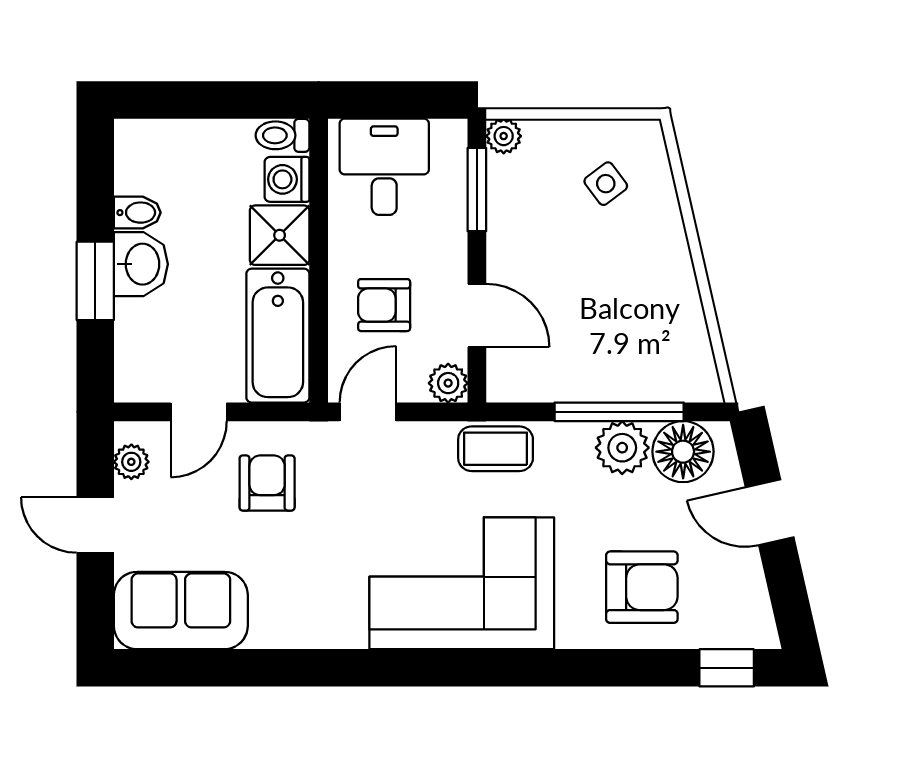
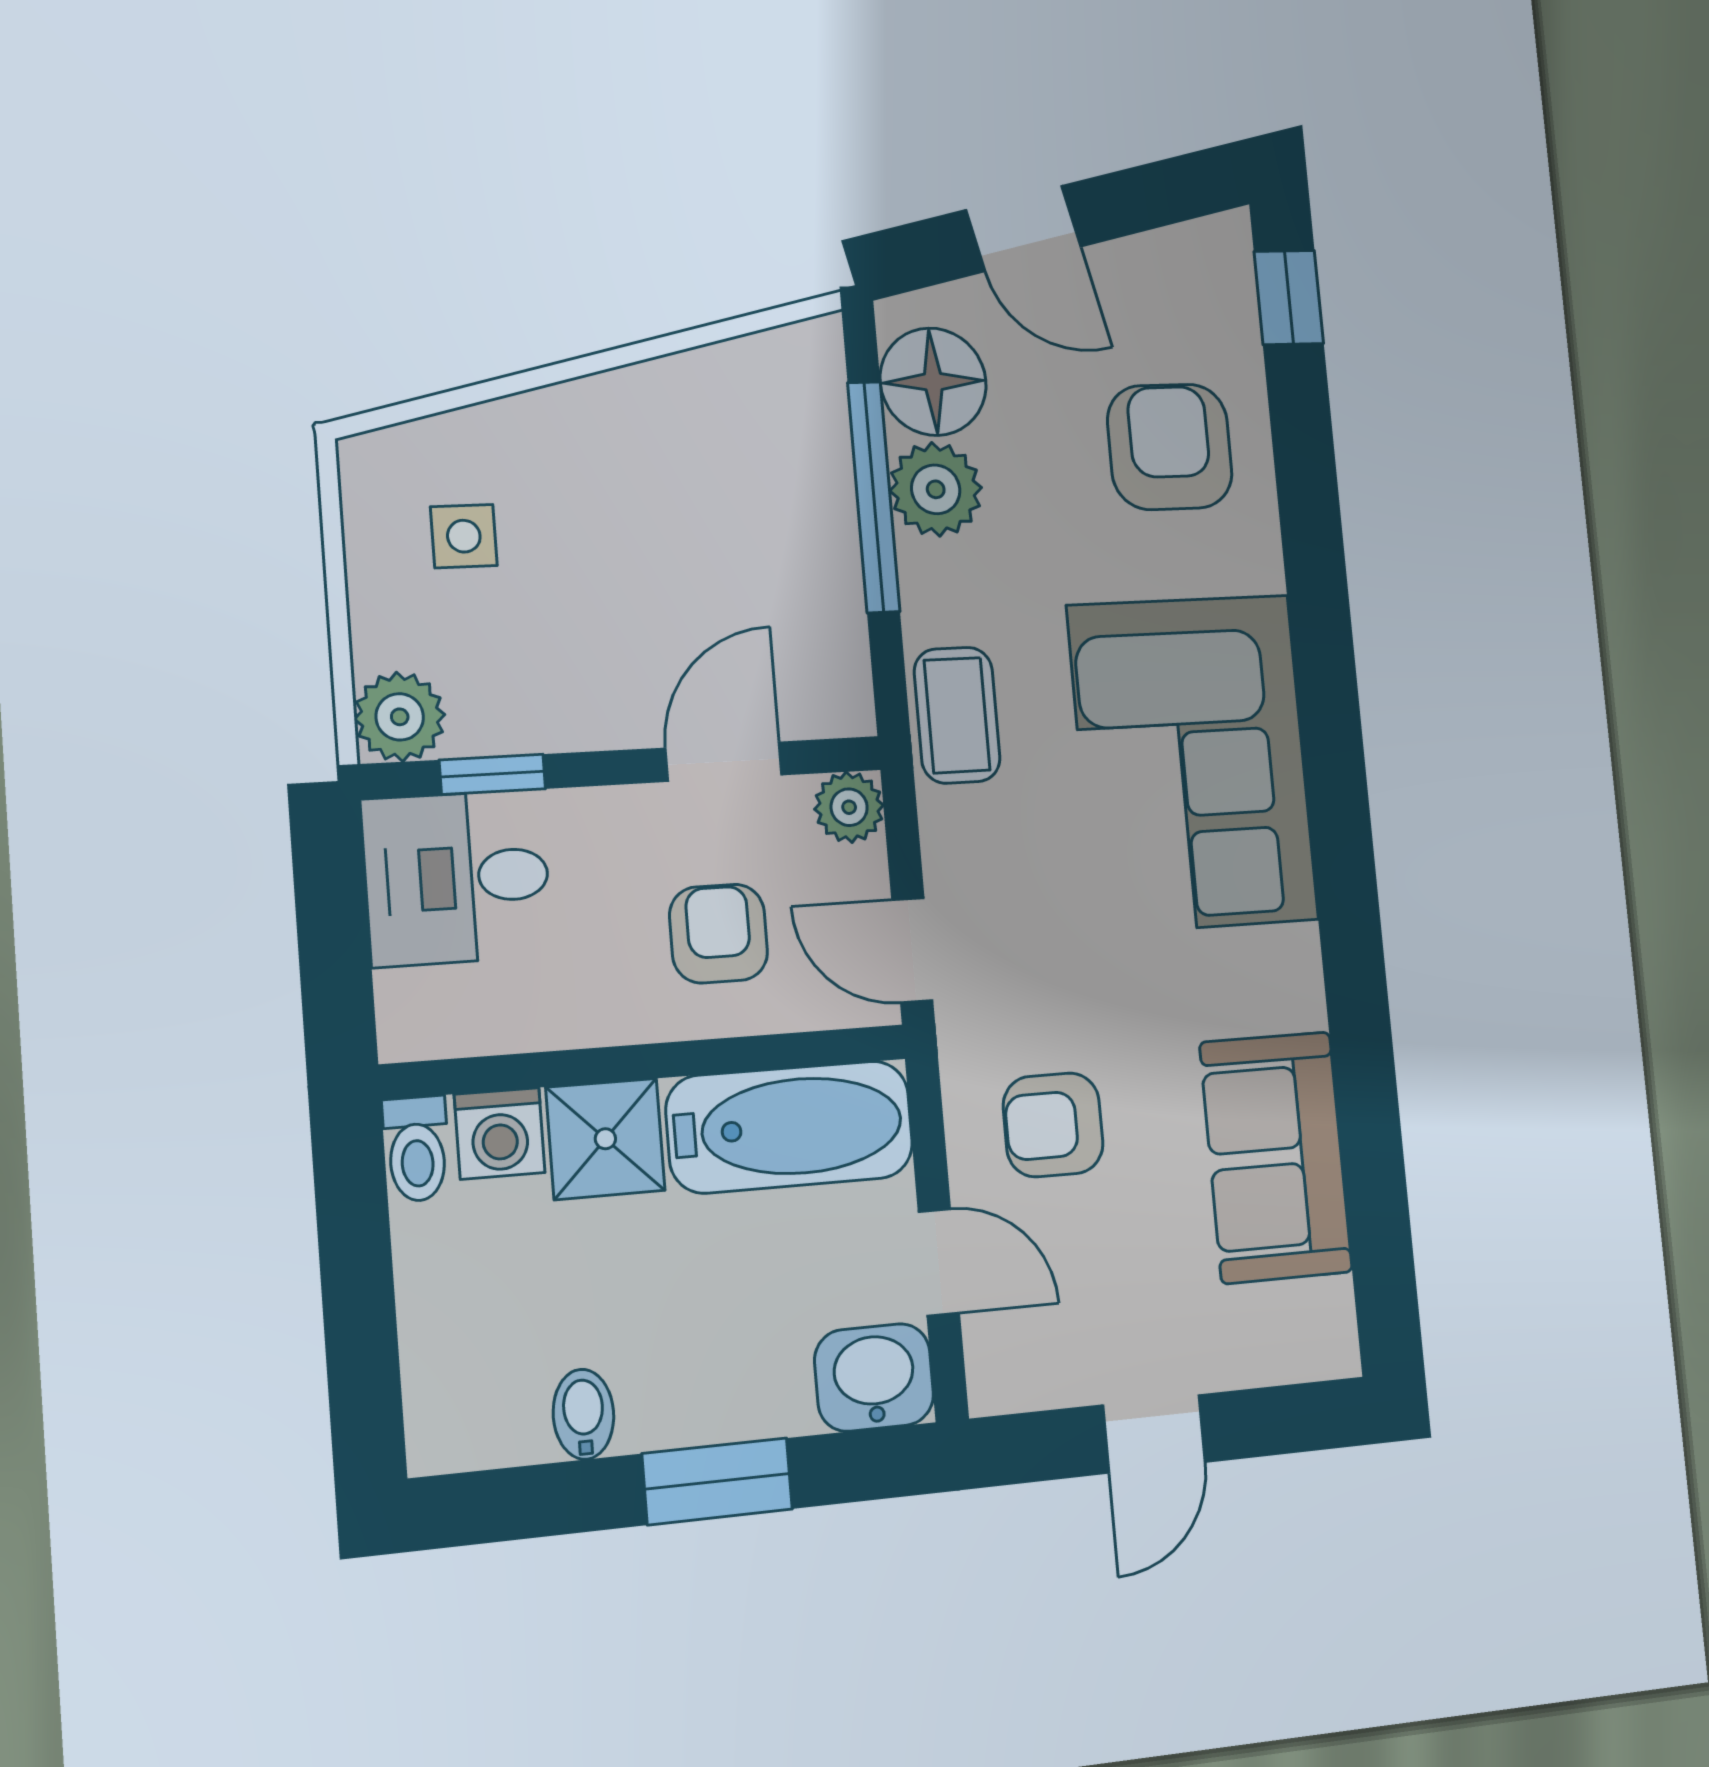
plant: (504, 136) -> (400, 717), width x1.38, depth x1.38
desk: (384, 167) -> (457, 878), moved
side table: (606, 184) -> (464, 536), turned 37
window: (477, 190) -> (492, 774), width x0.67
washbasin: (141, 264) -> (874, 1377), moved
armchair: (384, 305) -> (719, 934), turned 180
plant: (131, 462) -> (1038, 1379), removed
door: (770, 512) -> (1023, 228), hinge flipped
sofa: (181, 610) -> (1276, 1157), moved

